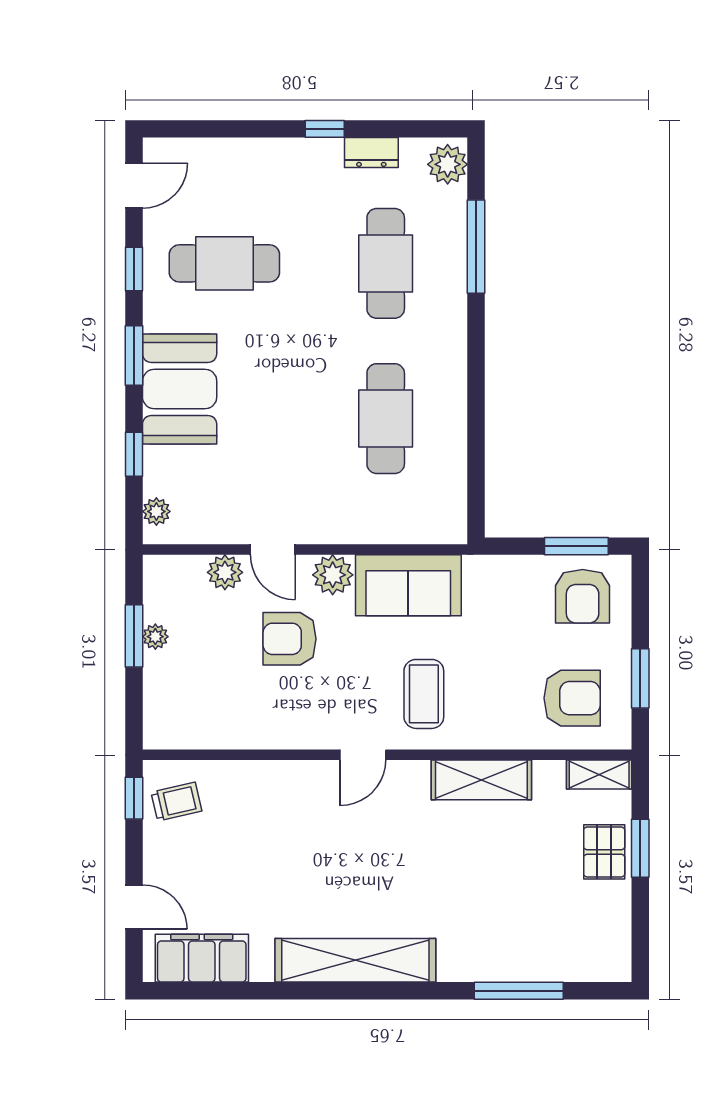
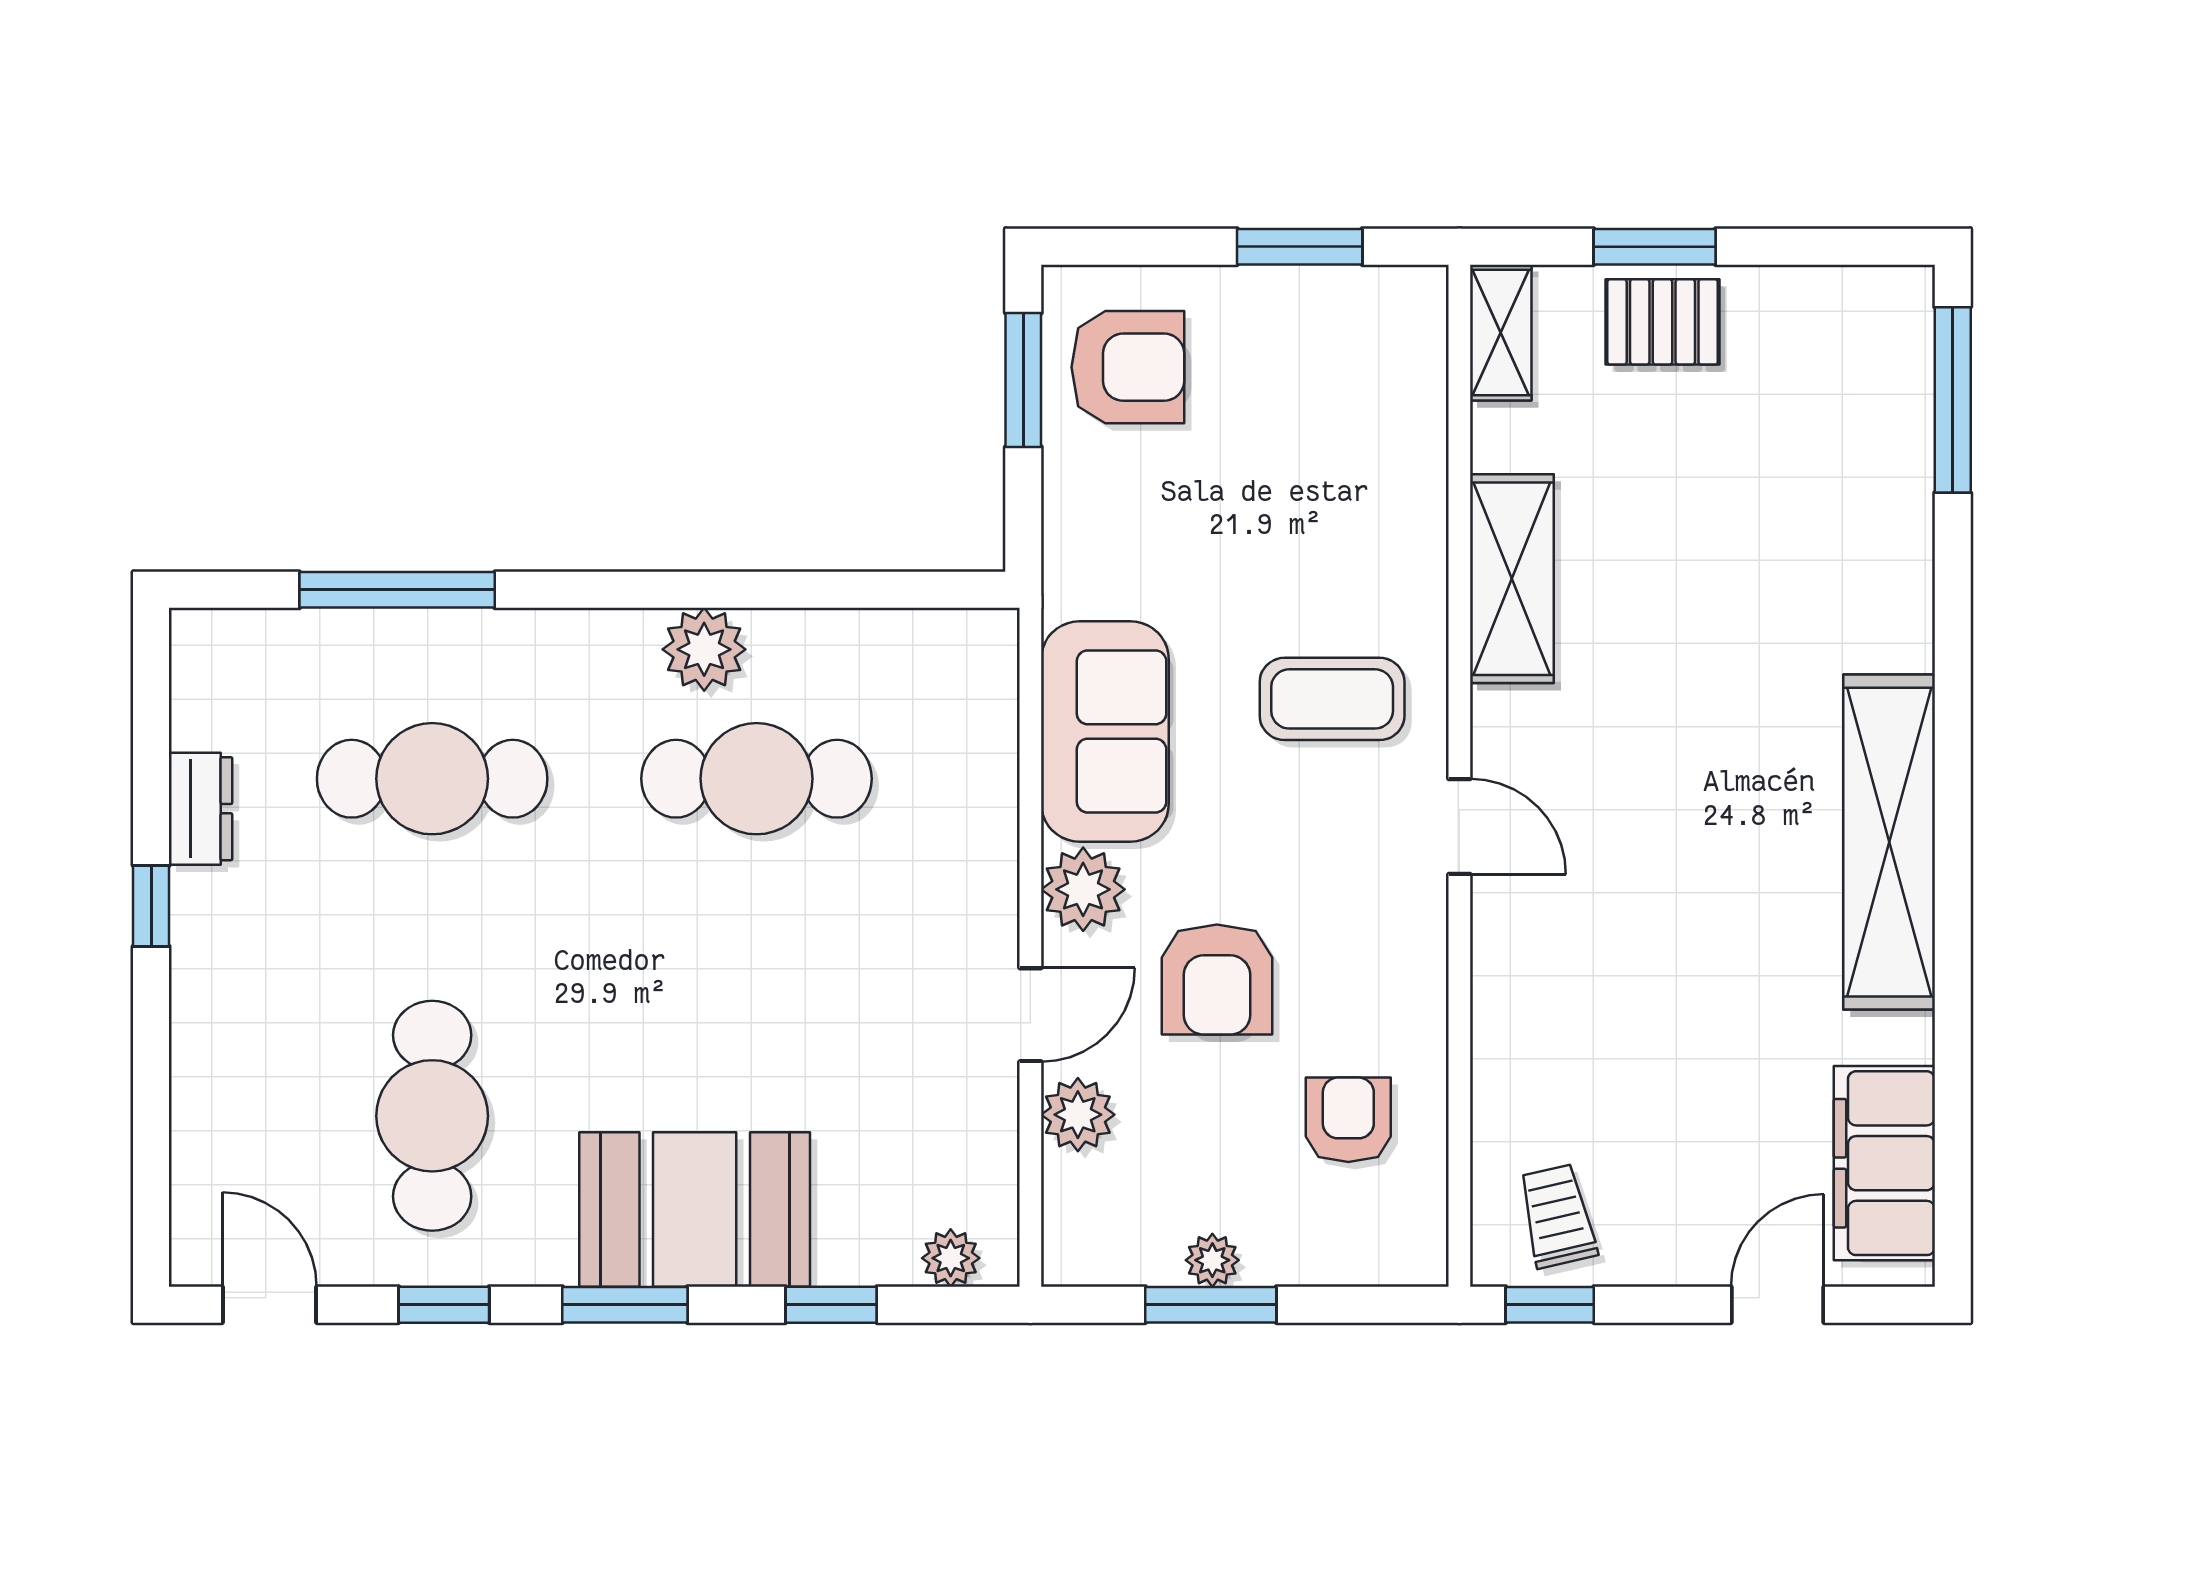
plant: (448, 164) -> (704, 649), moved
armchair: (572, 698) -> (1348, 1120), moved, width x0.72, depth x0.72
window: (519, 991) -> (1953, 400), moved

